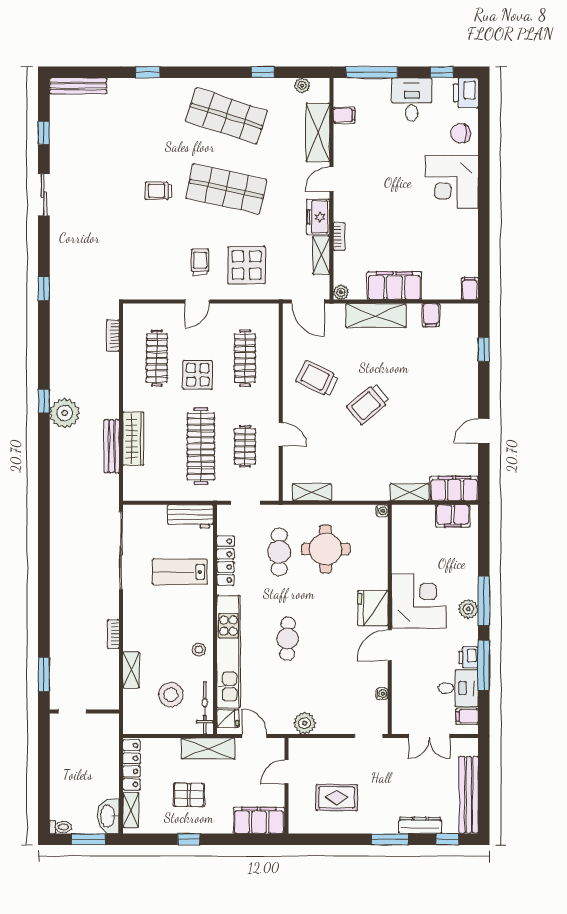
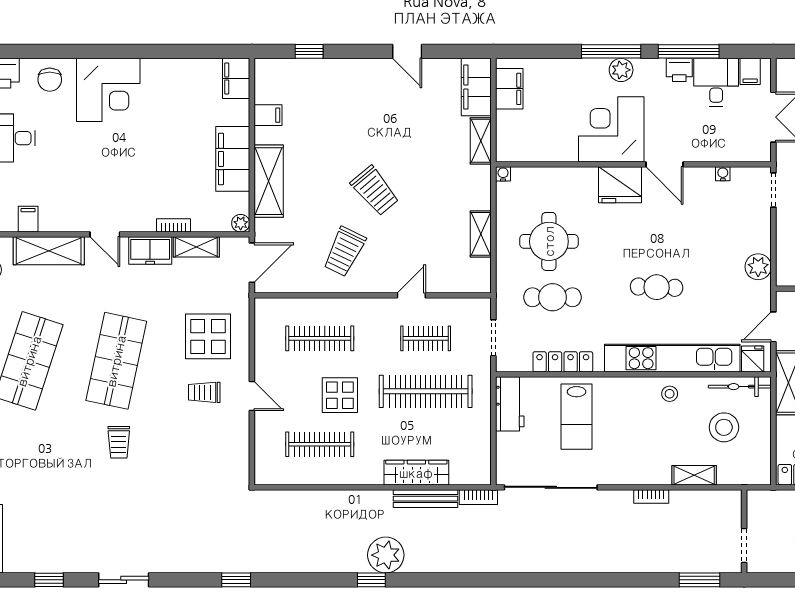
filing cabinet: (470, 288) -> (236, 78), width x2.00
bookcase: (113, 336) -> (478, 497), moved
shelving: (312, 492) -> (481, 234), moved

